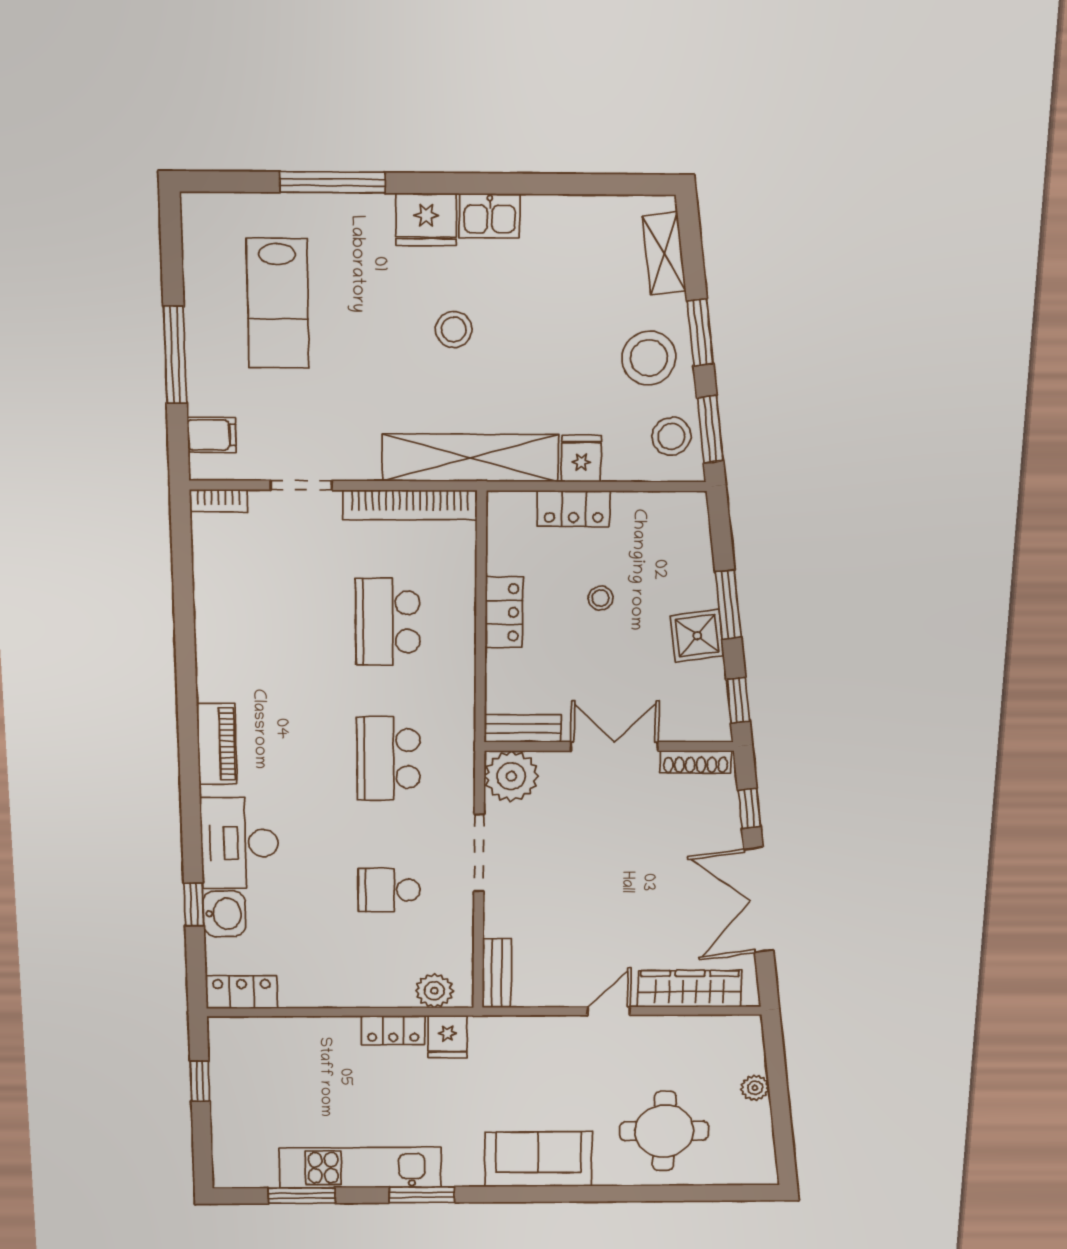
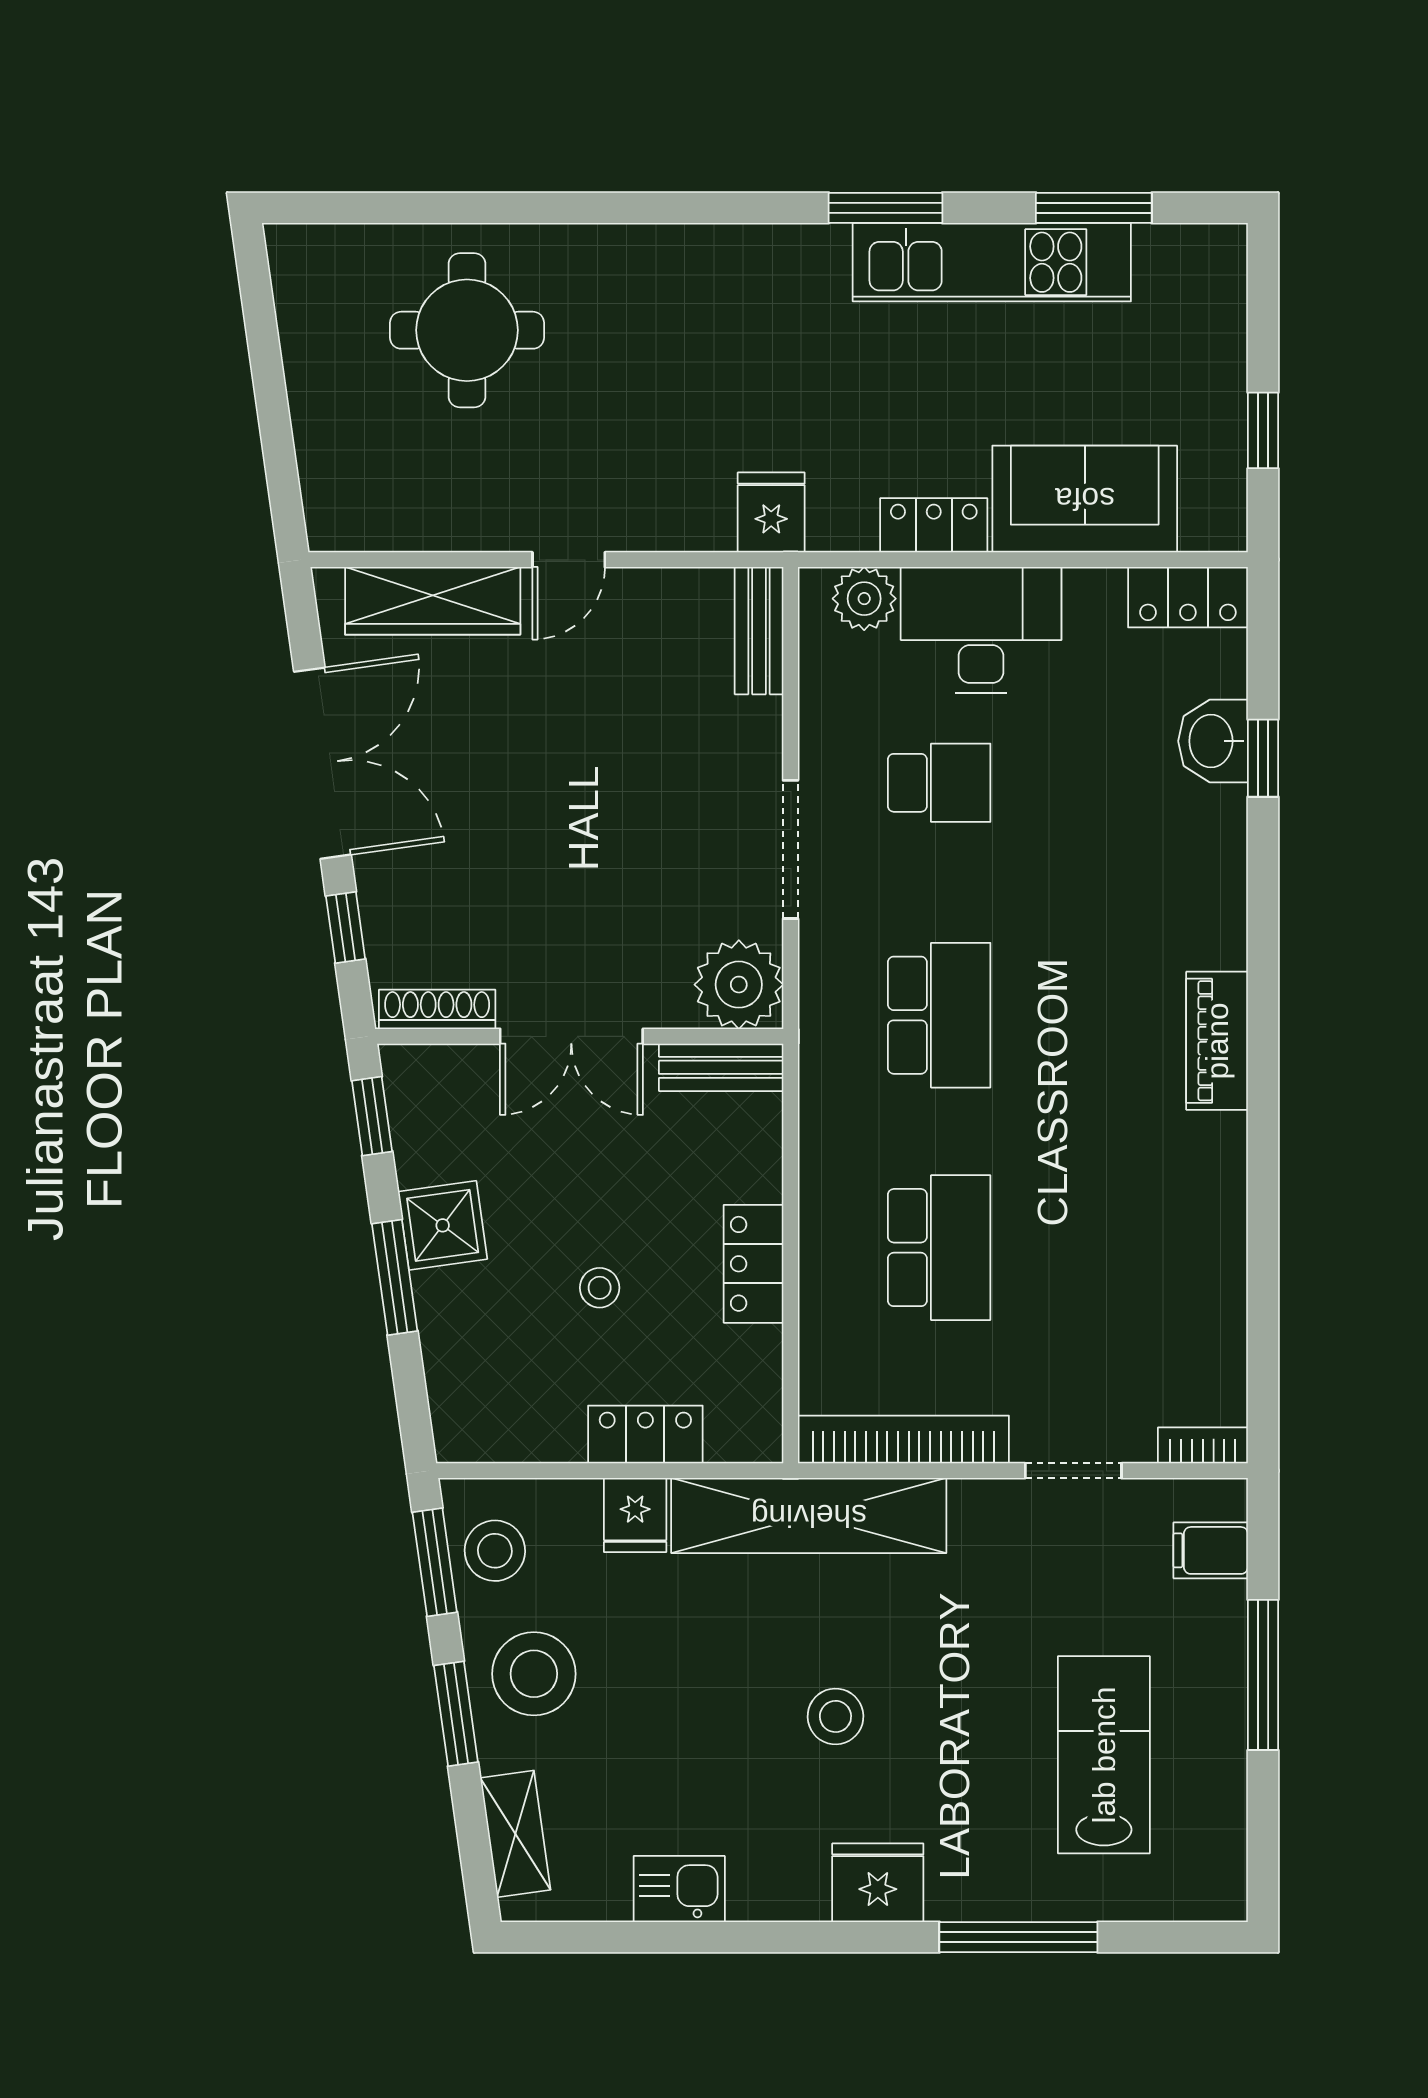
kitchen sink: (490, 216) -> (679, 1889), moved
desk: (239, 843) -> (981, 630), moved, turned -90
fridge: (448, 1037) -> (771, 512), moved
plant: (755, 1088) -> (313, 413), removed
sofa: (538, 1159) -> (1085, 499), moved, turned 180

